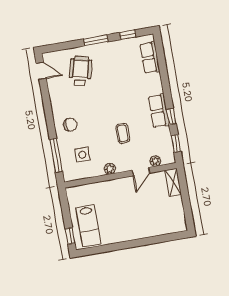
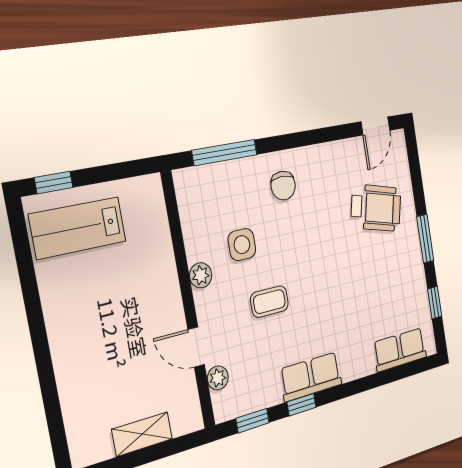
side table: (82, 155) -> (242, 245), moved
shelving: (173, 182) -> (142, 434), moved

